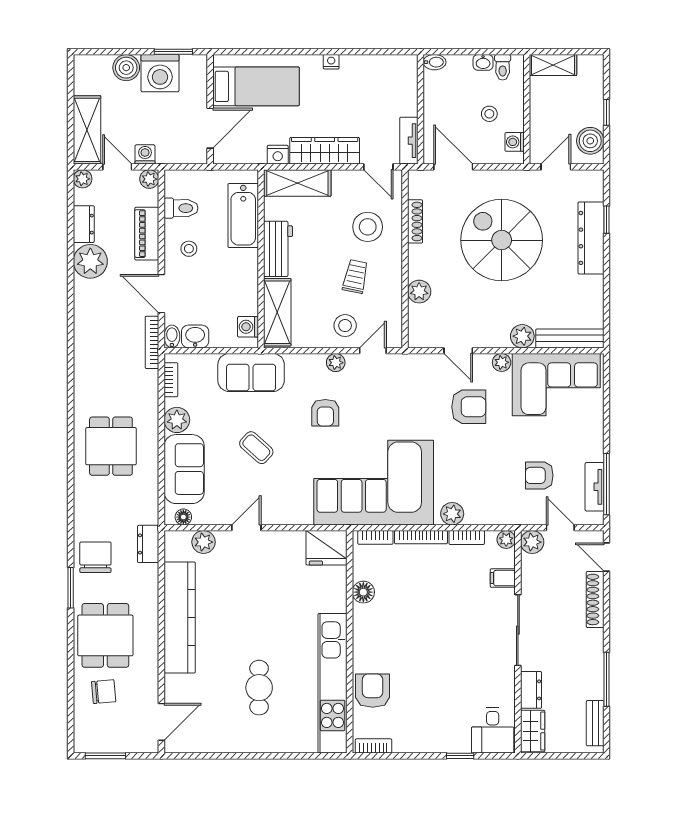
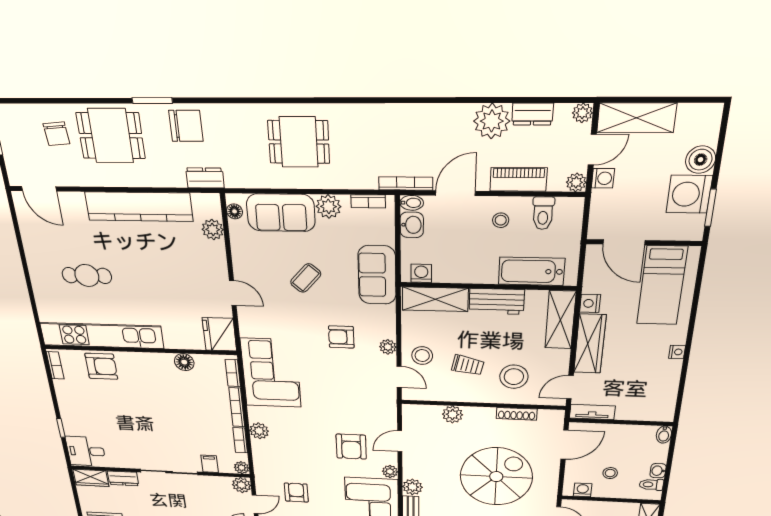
corner sofa: (374, 483) -> (271, 373), width x0.73, depth x0.74
door: (246, 528) -> (233, 293), moved

